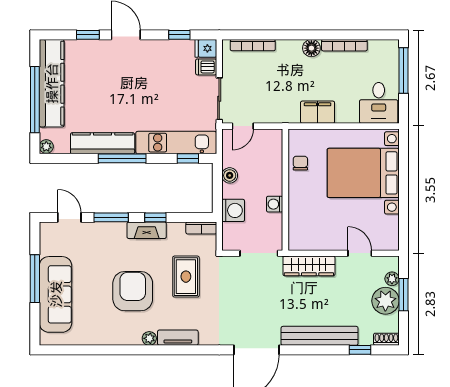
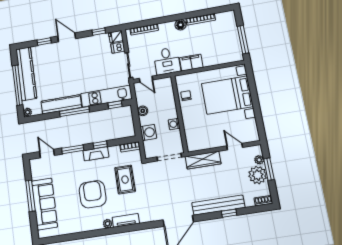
window: (403, 70) -> (243, 40), moved
desk: (379, 103) -> (167, 61), moved
door: (243, 126) -> (146, 79), hinge flipped
window: (360, 350) -> (229, 213), moved

